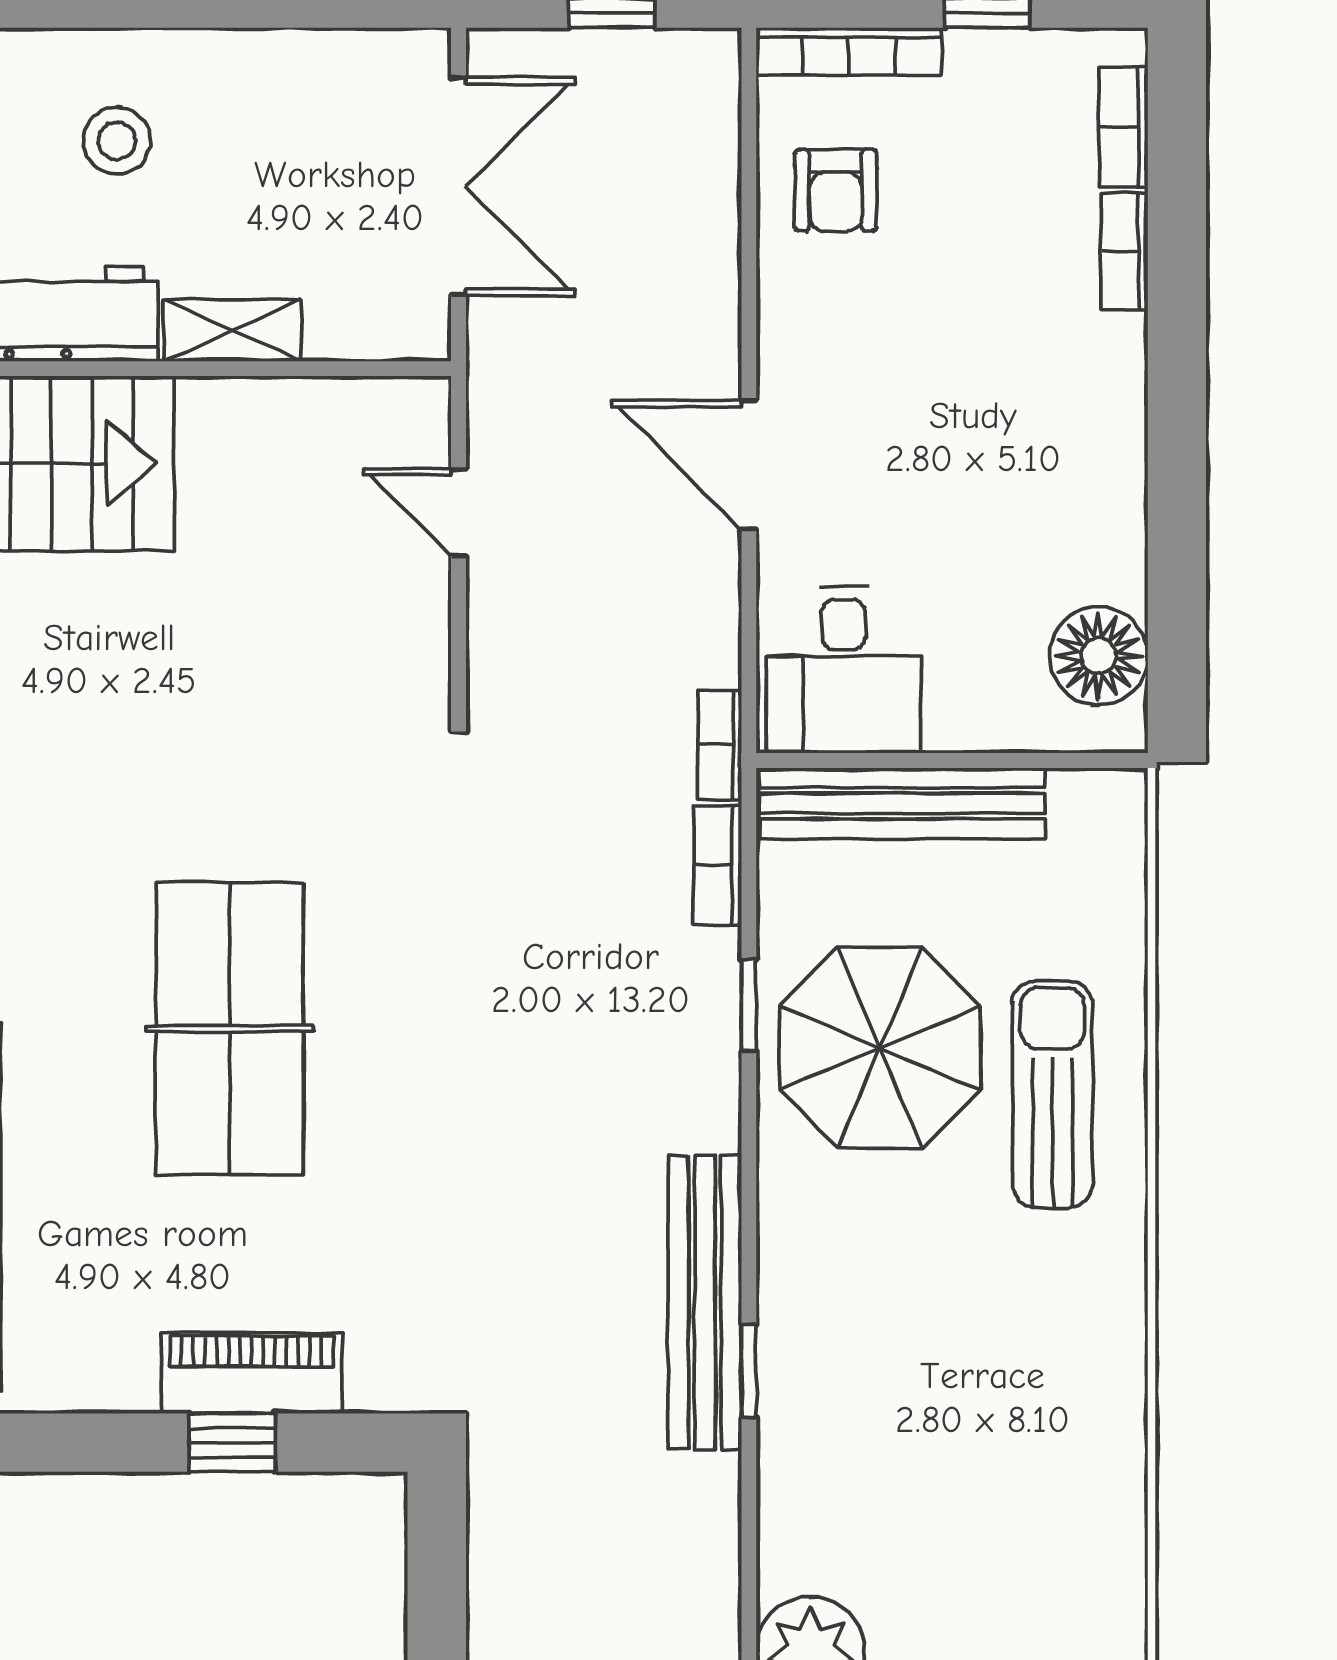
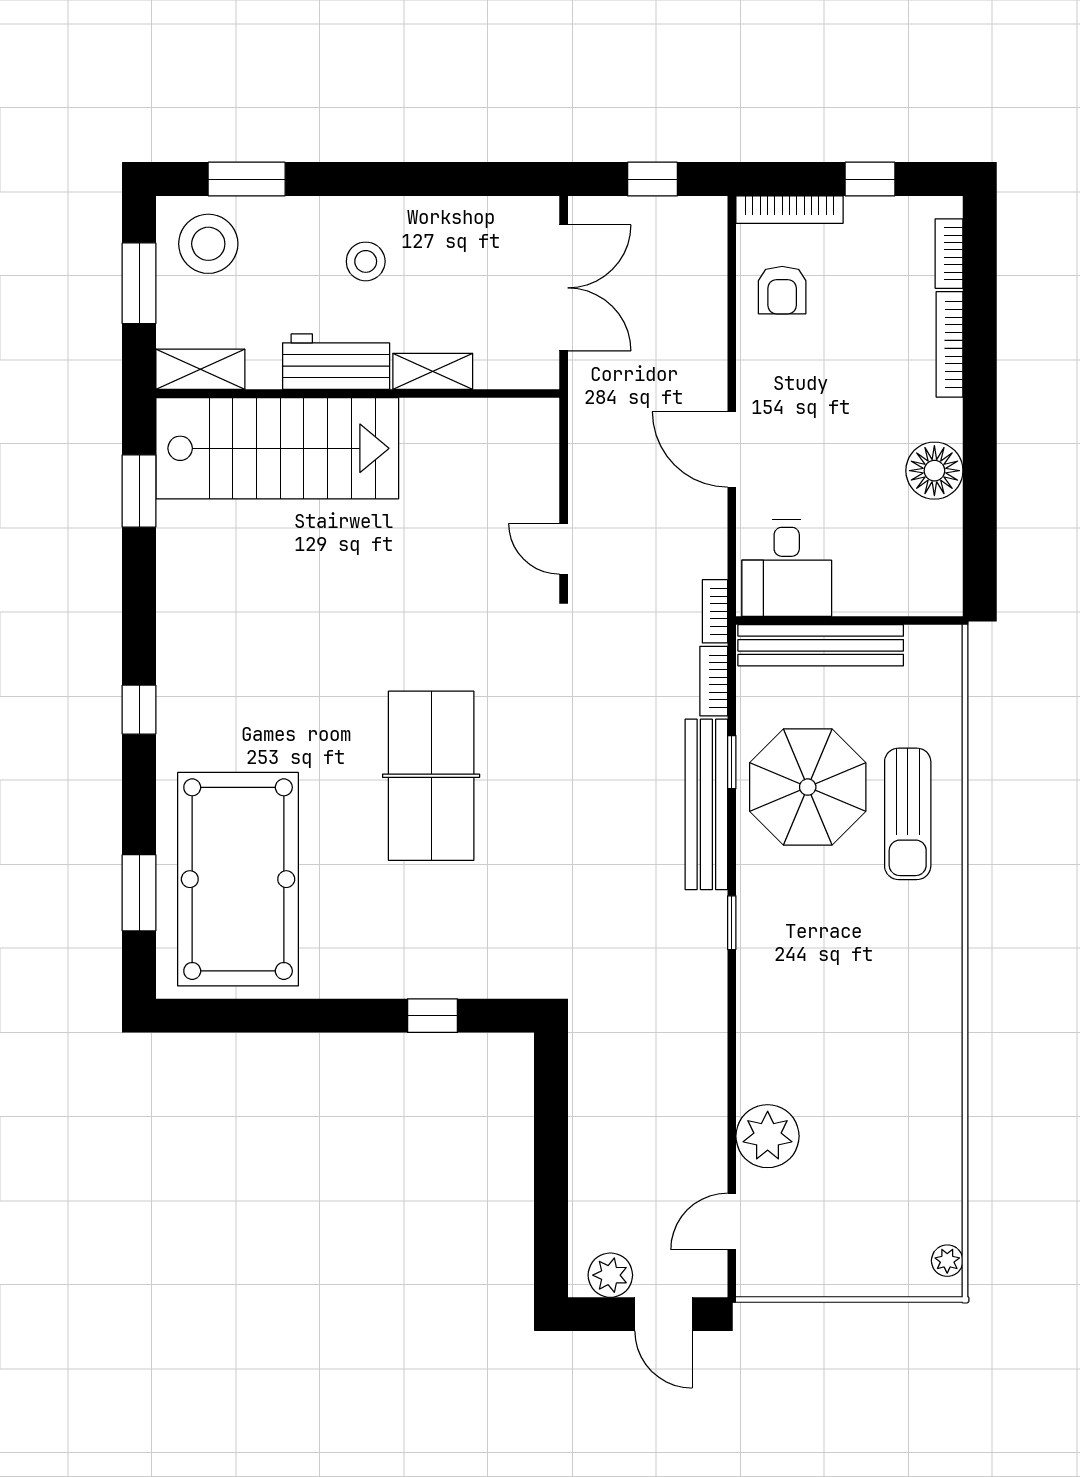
bookcase: (1125, 251) -> (950, 344), width x1.56
door: (459, 512) -> (564, 549), moved
floor lamp: (1099, 656) -> (934, 471), moved
sun lounger: (1052, 1094) -> (908, 814), turned 180
bench: (705, 1303) -> (706, 804), moved
window: (749, 1371) -> (732, 923), moved
piano: (252, 1373) -> (444, 975), removed

